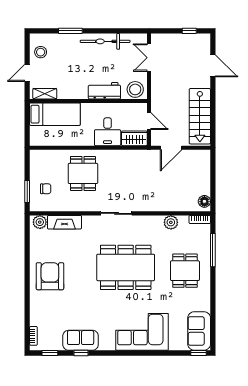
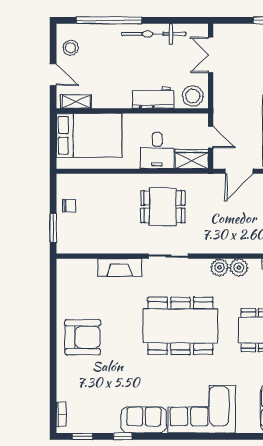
window: (70, 31) -> (109, 20), width x2.11
door: (27, 73) -> (53, 75), swing flipped
bed: (55, 114) -> (89, 135), width x1.50
dining table: (83, 173) -> (163, 207), moved, turned 90
chair: (46, 189) -> (69, 206), moved
plant: (40, 222) -> (220, 267), moved
fireplace: (64, 222) -> (120, 267), moved
armchair: (50, 276) -> (83, 337), turned 90
sofa: (81, 340) -> (144, 420), moved

